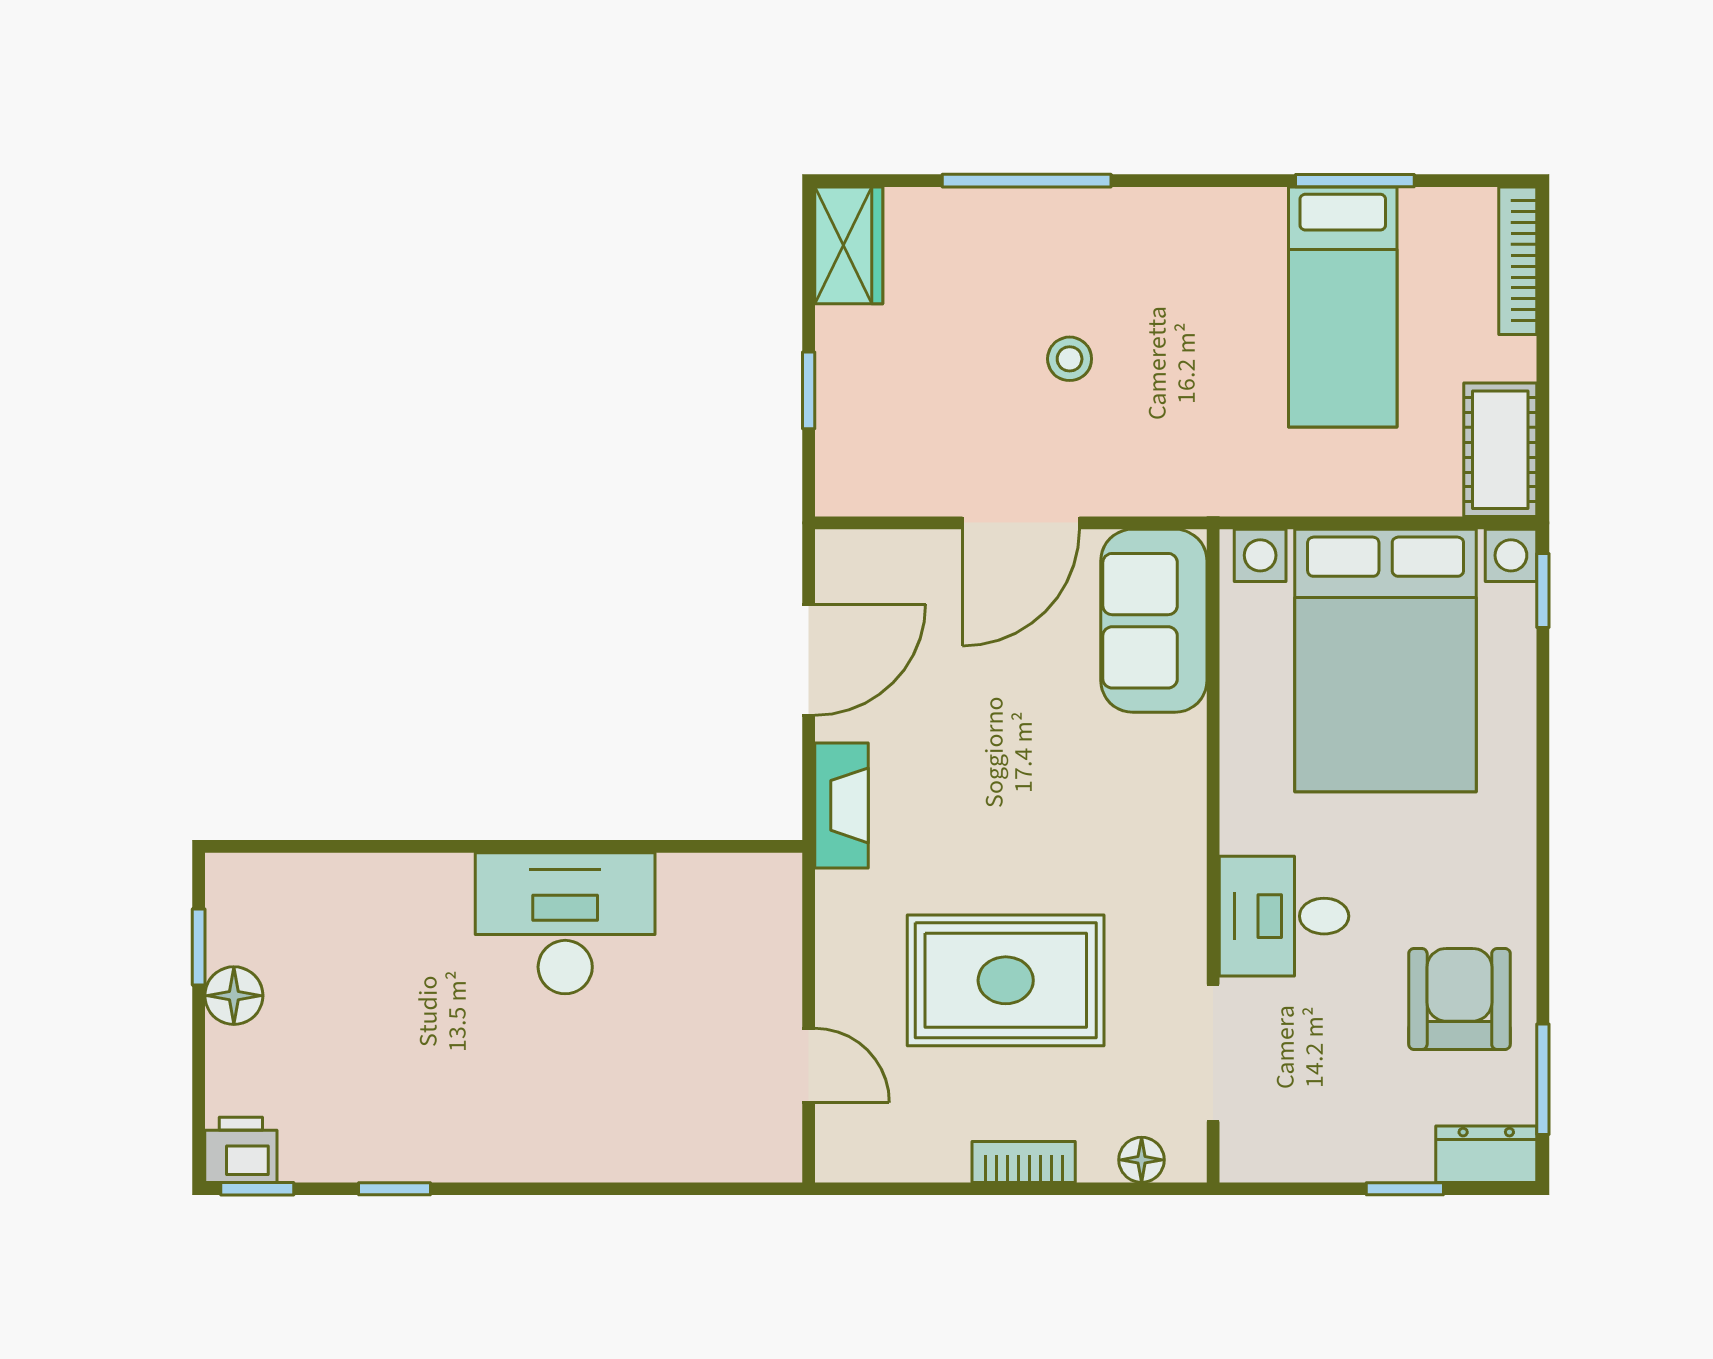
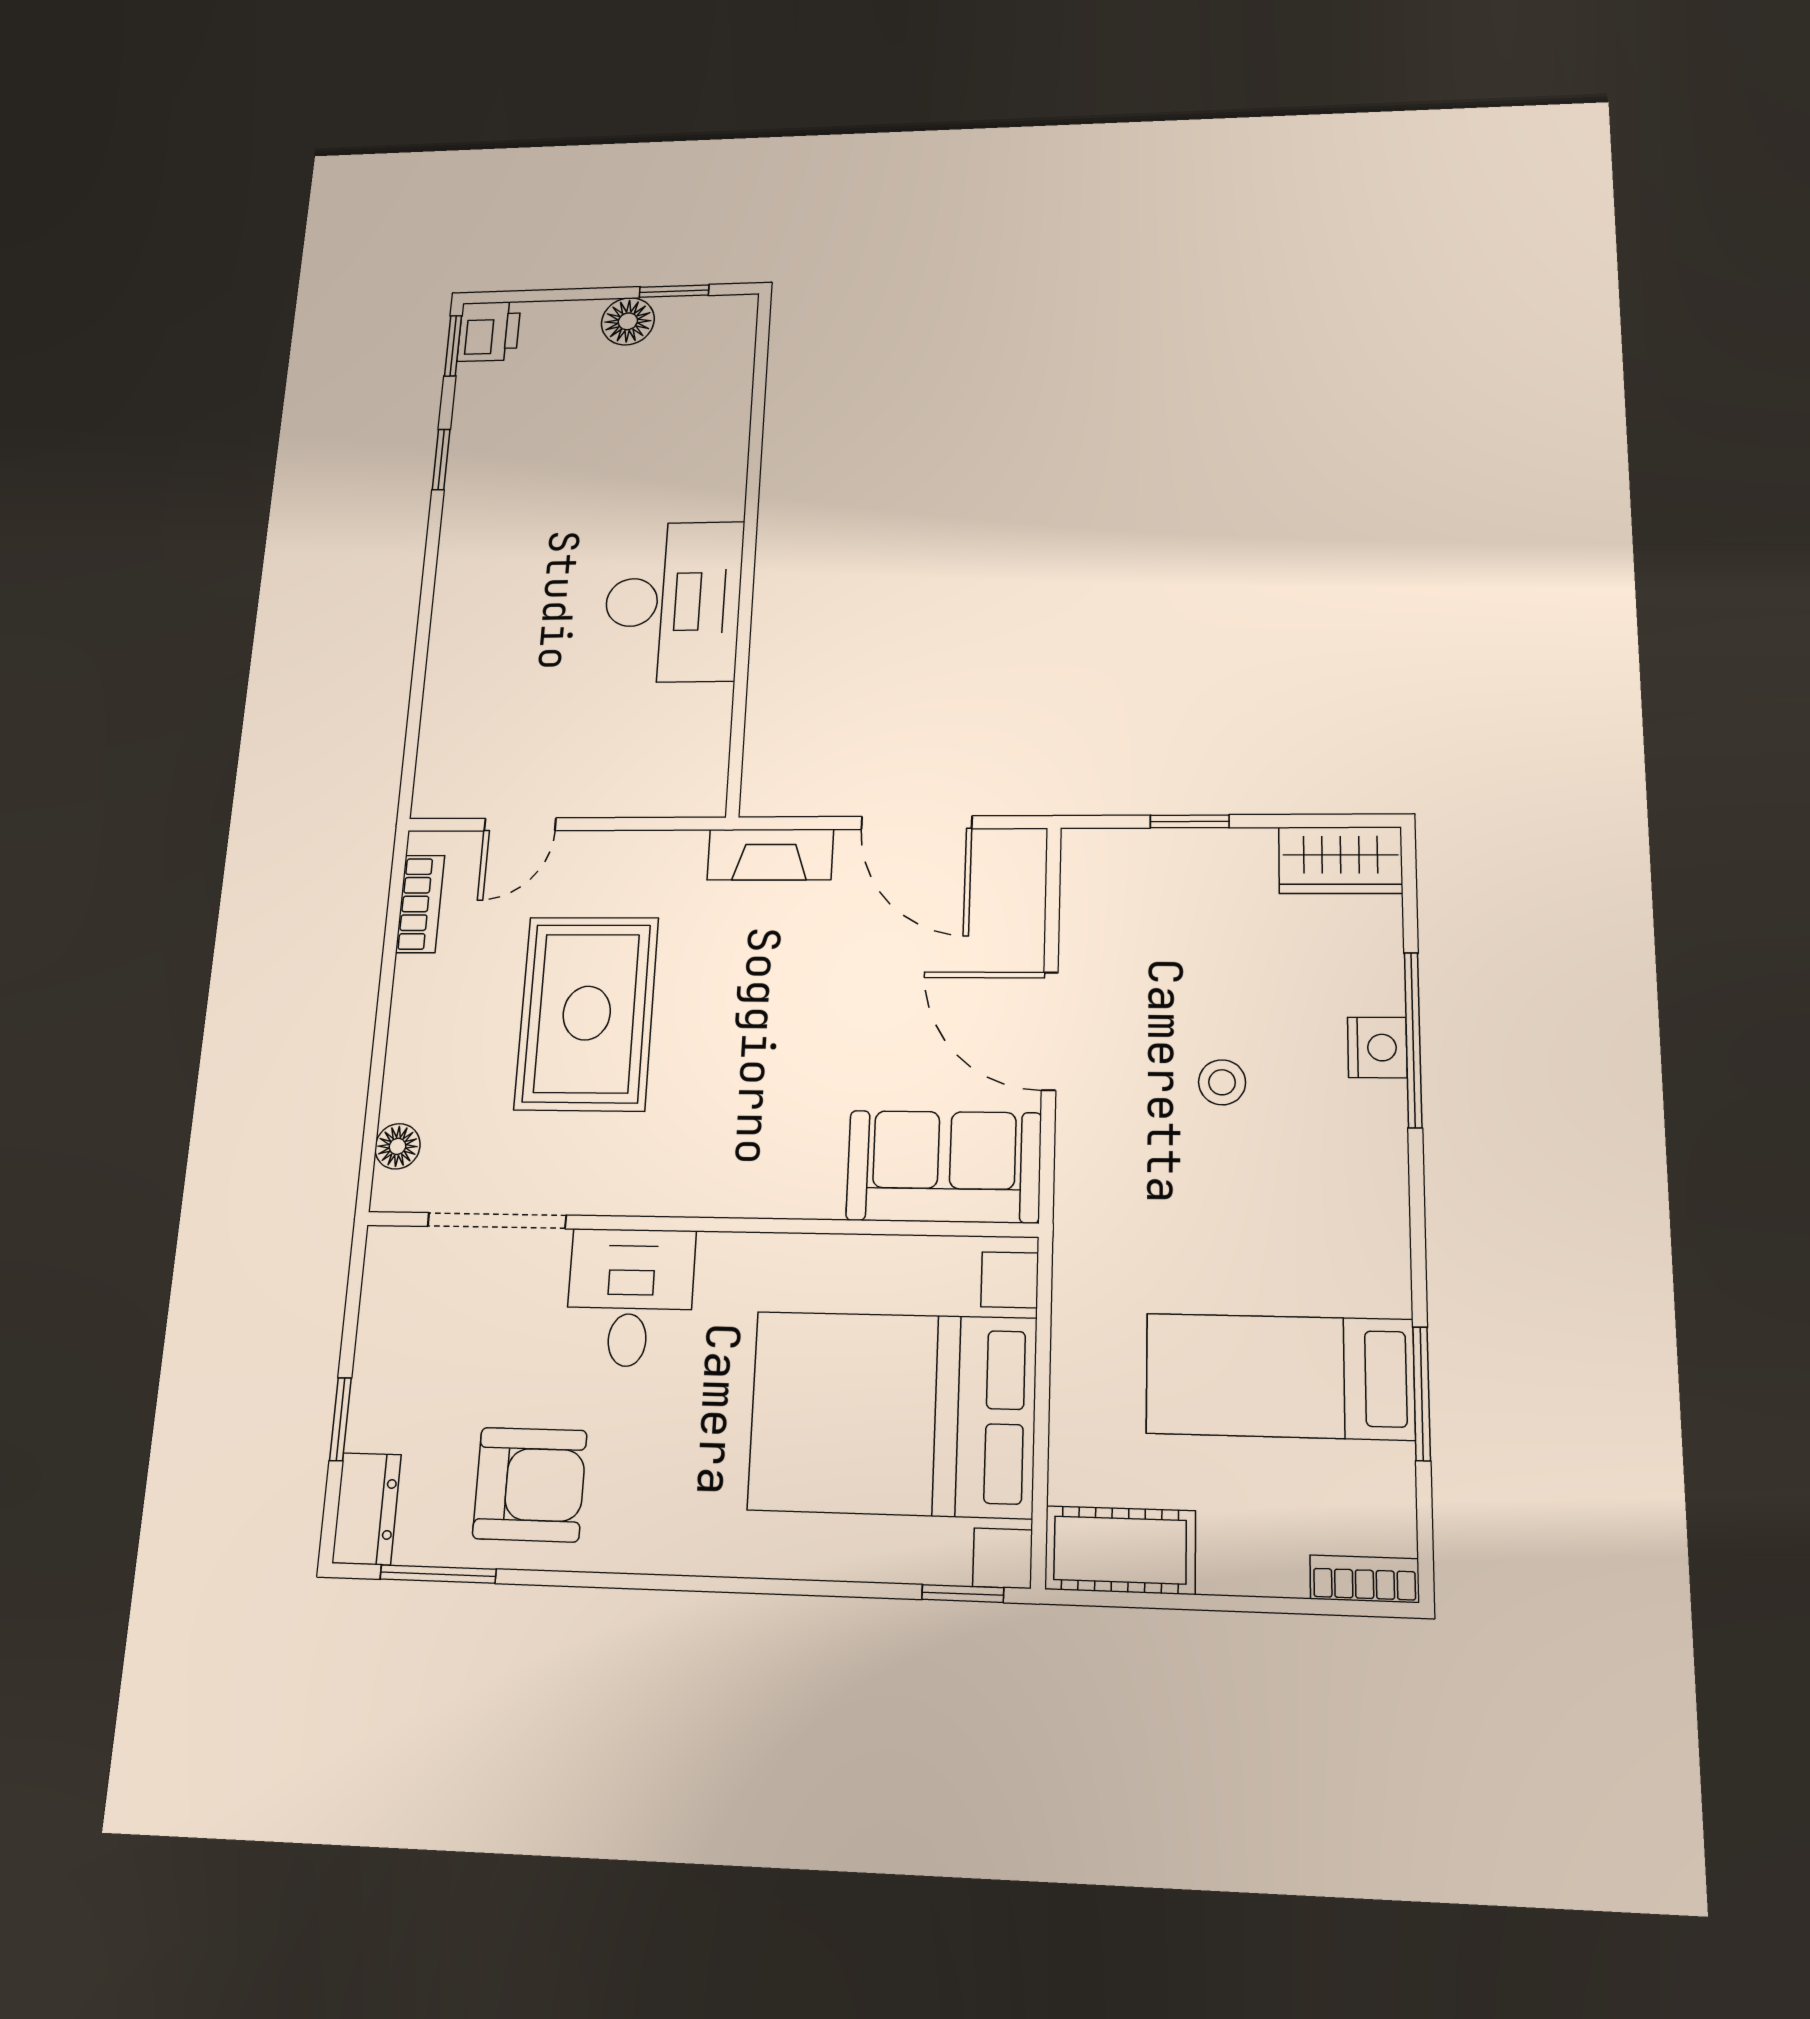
nightstand: (1035, 214) -> (1377, 1048), added
bookcase: (1518, 261) -> (1364, 1579), width x0.64
bookcase: (1024, 1162) -> (420, 904), moved

